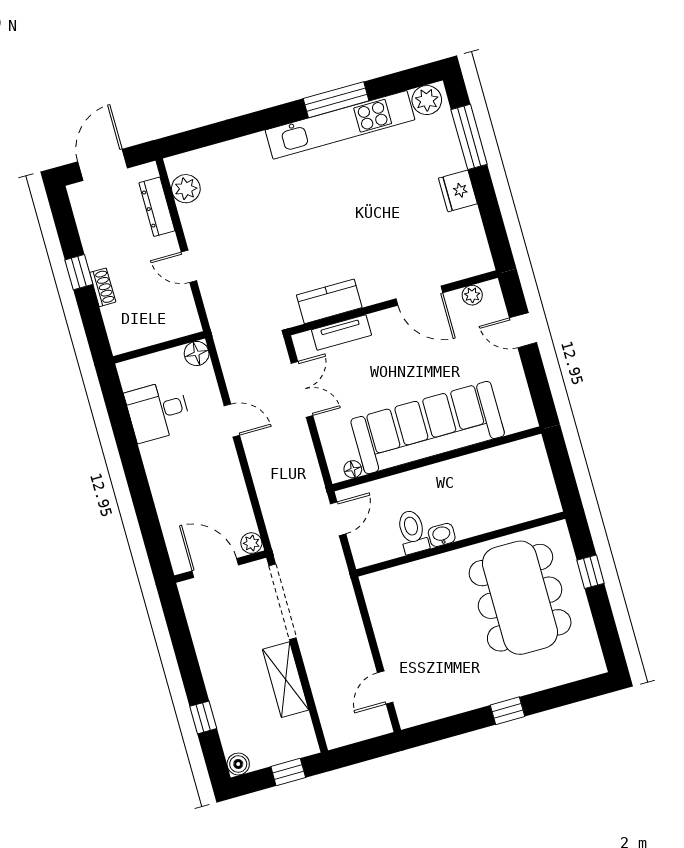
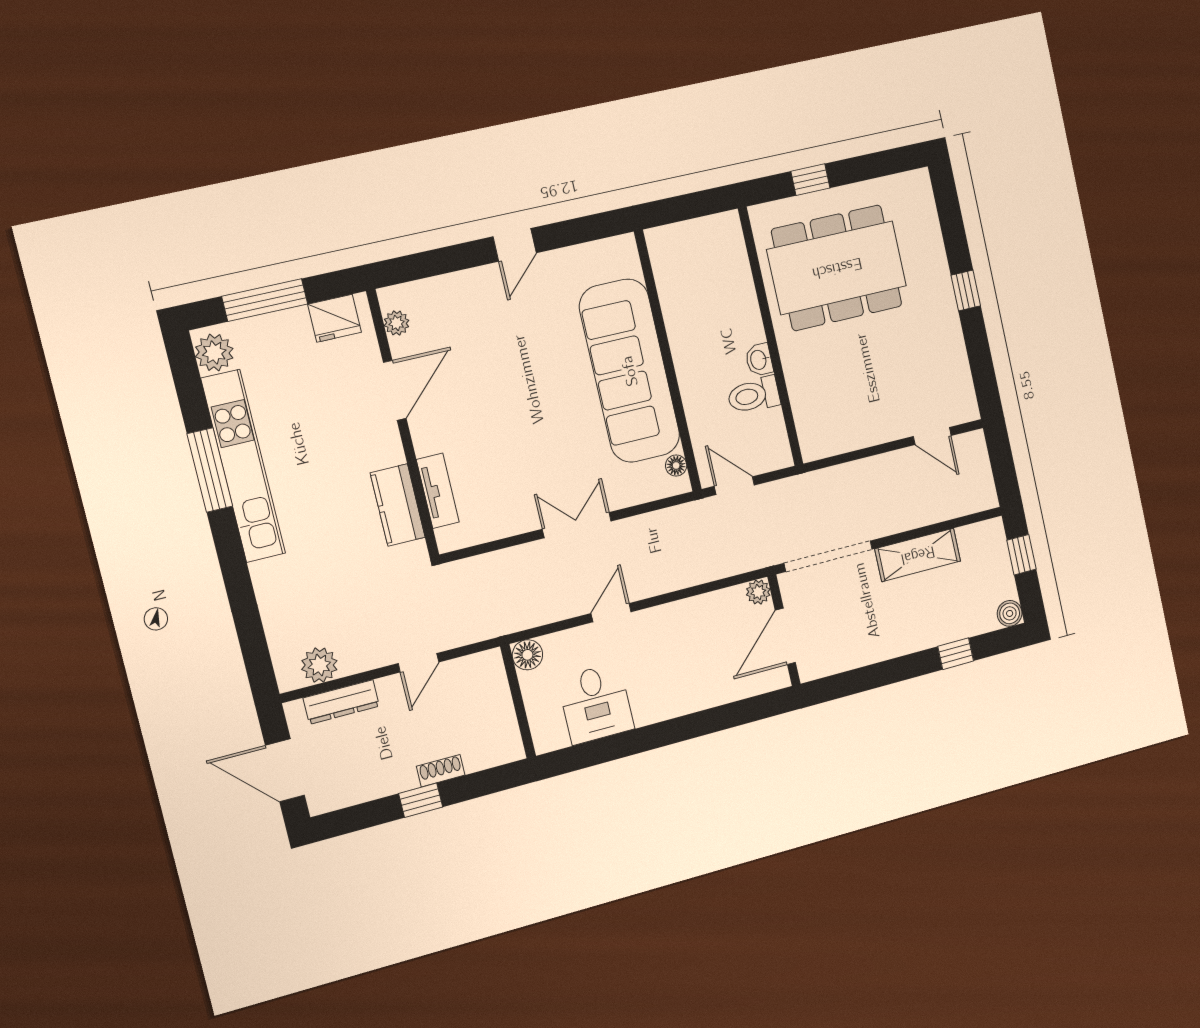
plant: (472, 295) -> (397, 323), moved
door: (419, 296) -> (395, 390), moved
kitchen counter: (329, 301) -> (398, 505), moved
wall: (393, 303) -> (403, 424), moved
tv unit: (341, 333) -> (438, 491), moved

